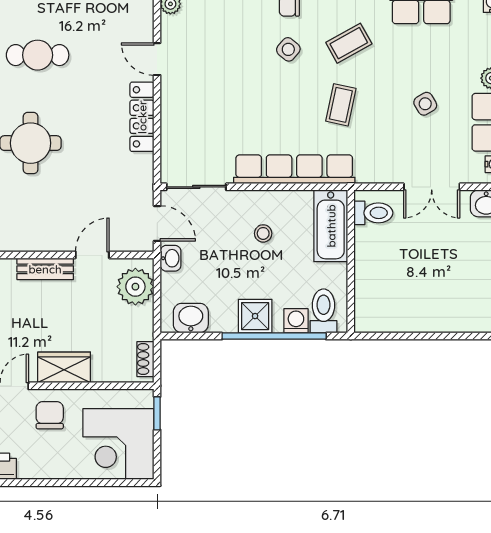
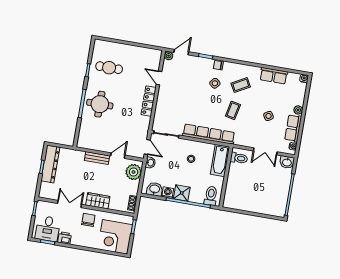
washing machine: (296, 321) -> (168, 193), moved

